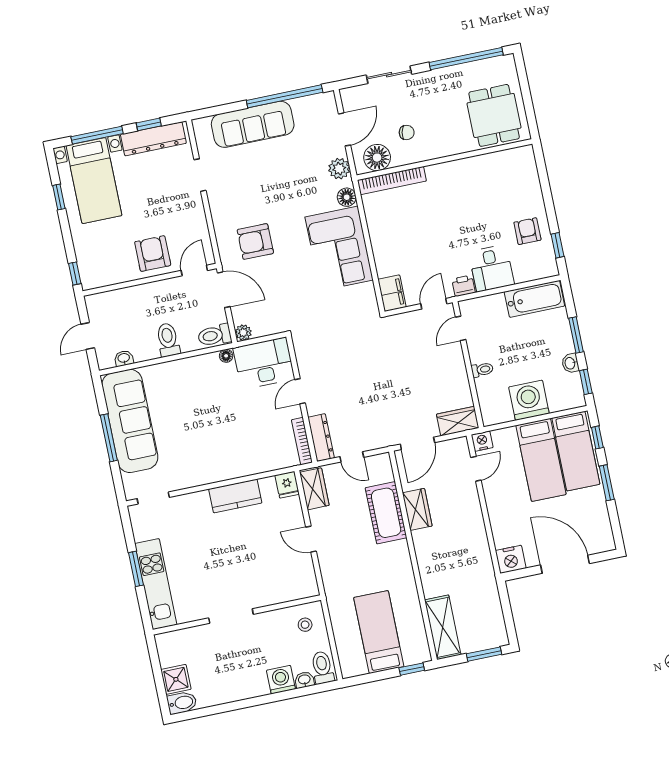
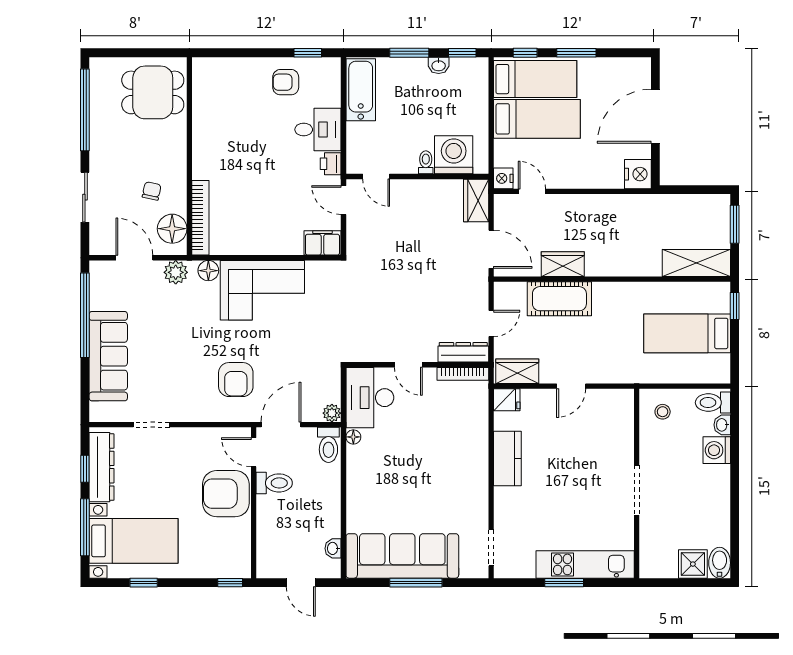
armchair: (153, 254) -> (226, 494), width x1.36, depth x1.36
toilet: (168, 340) -> (274, 483), moved, turned 180
washing machine: (529, 400) -> (454, 155), moved, turned 90

